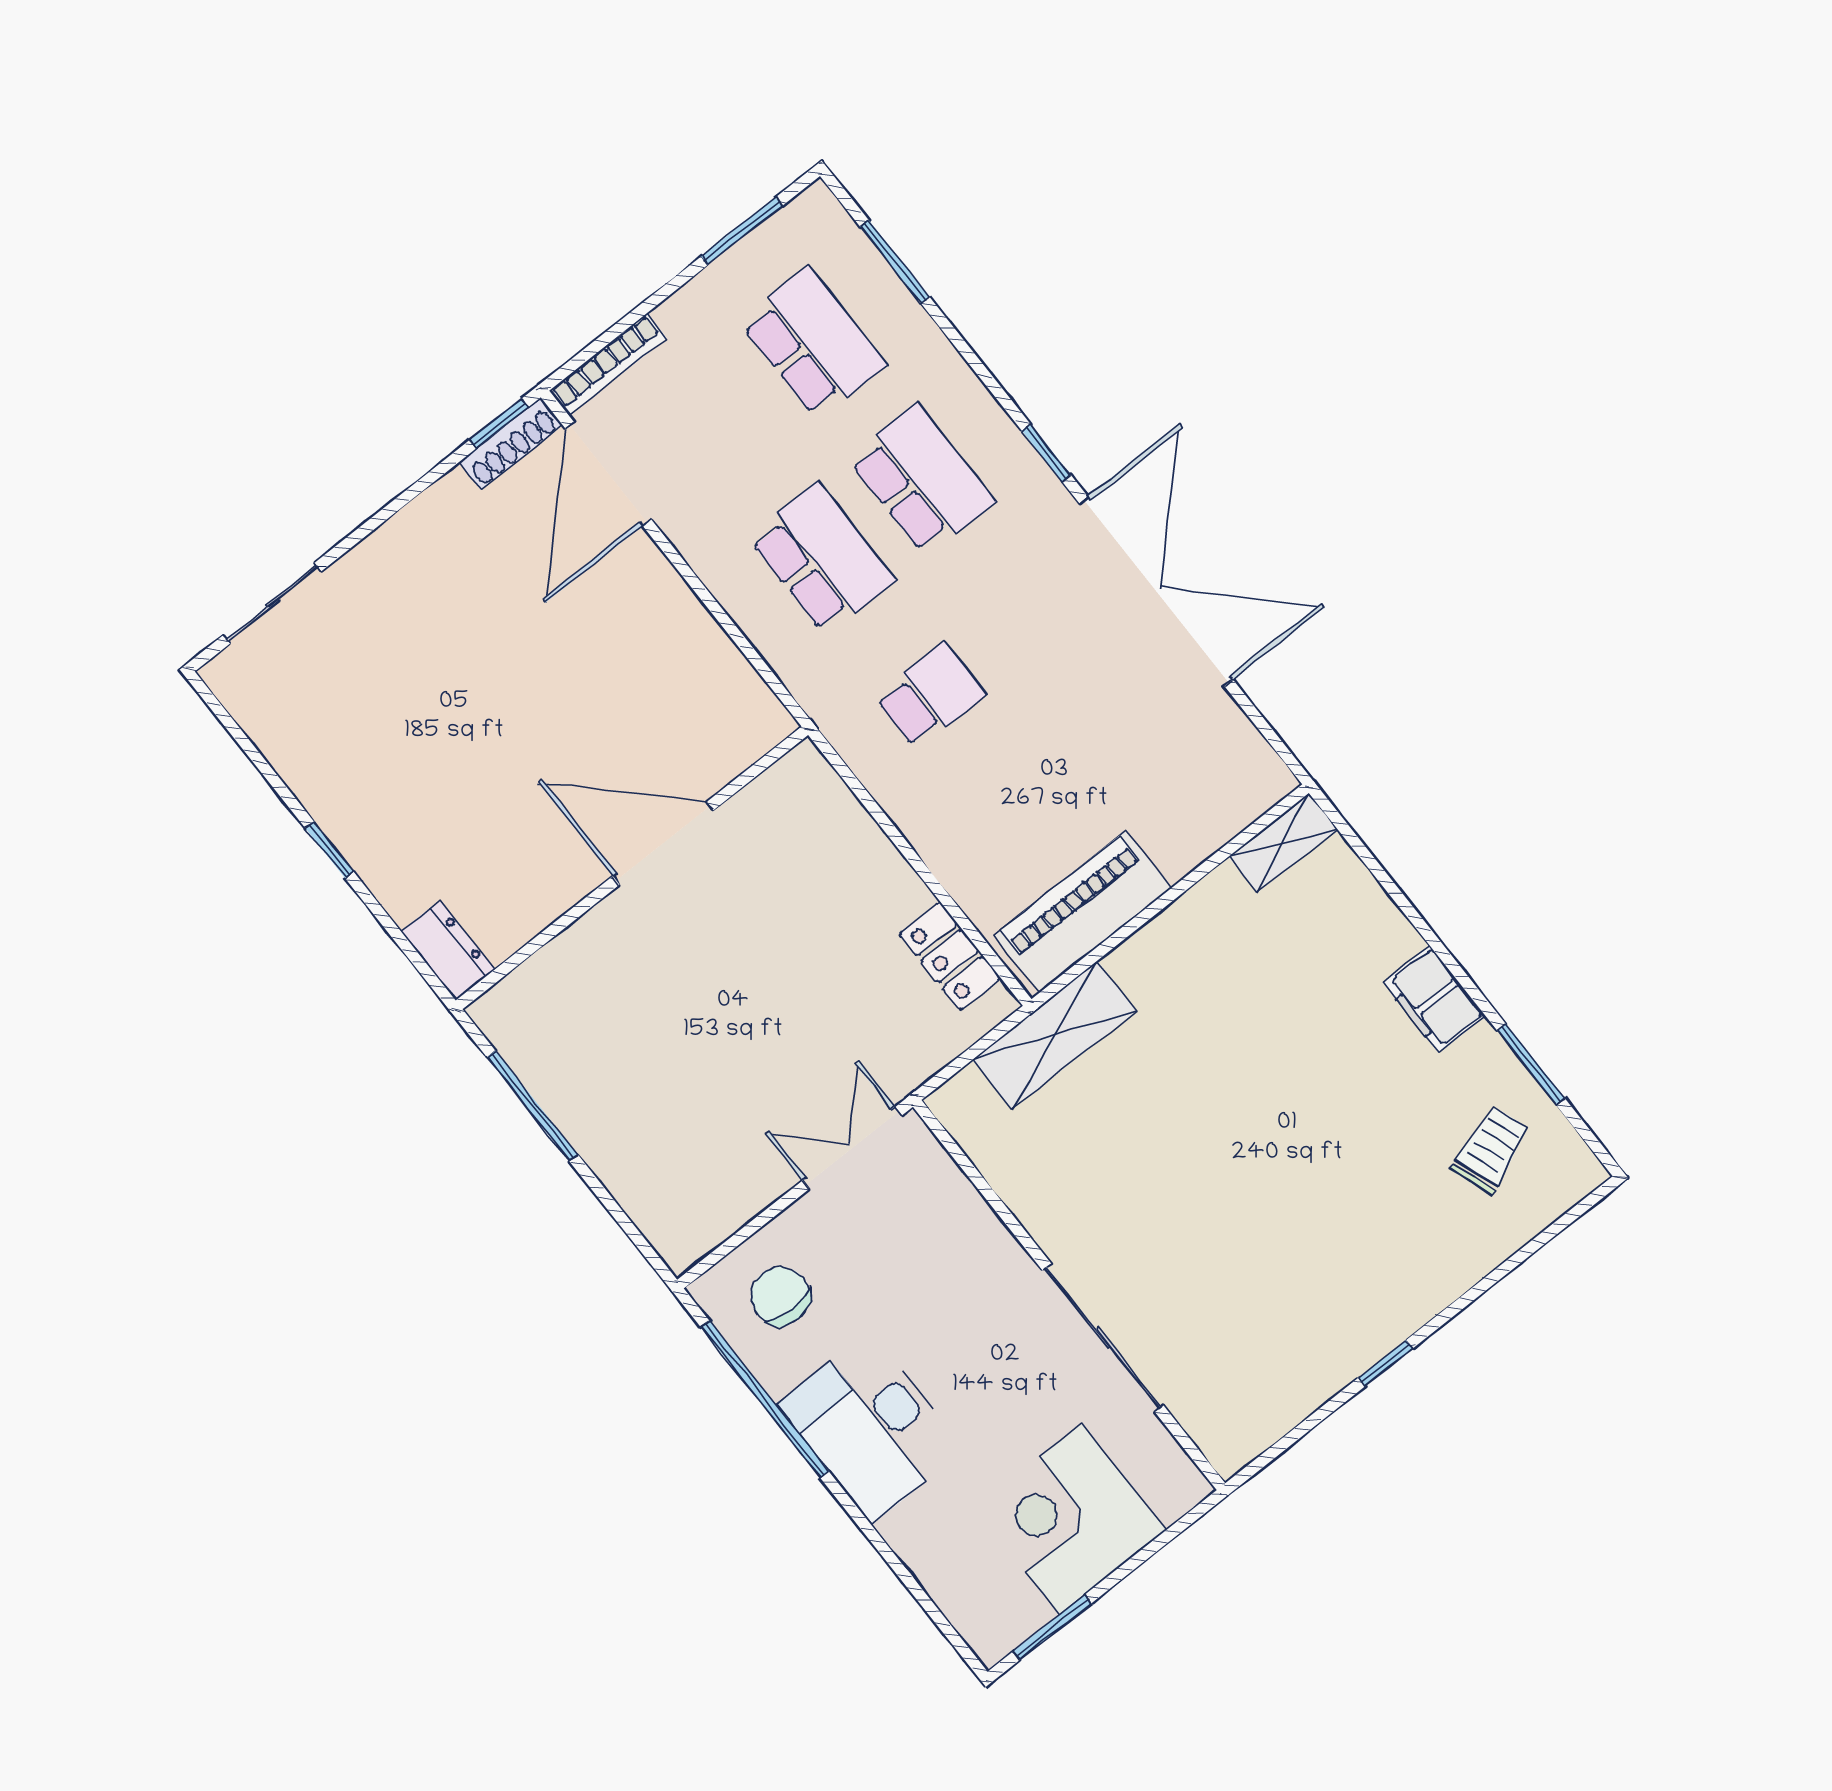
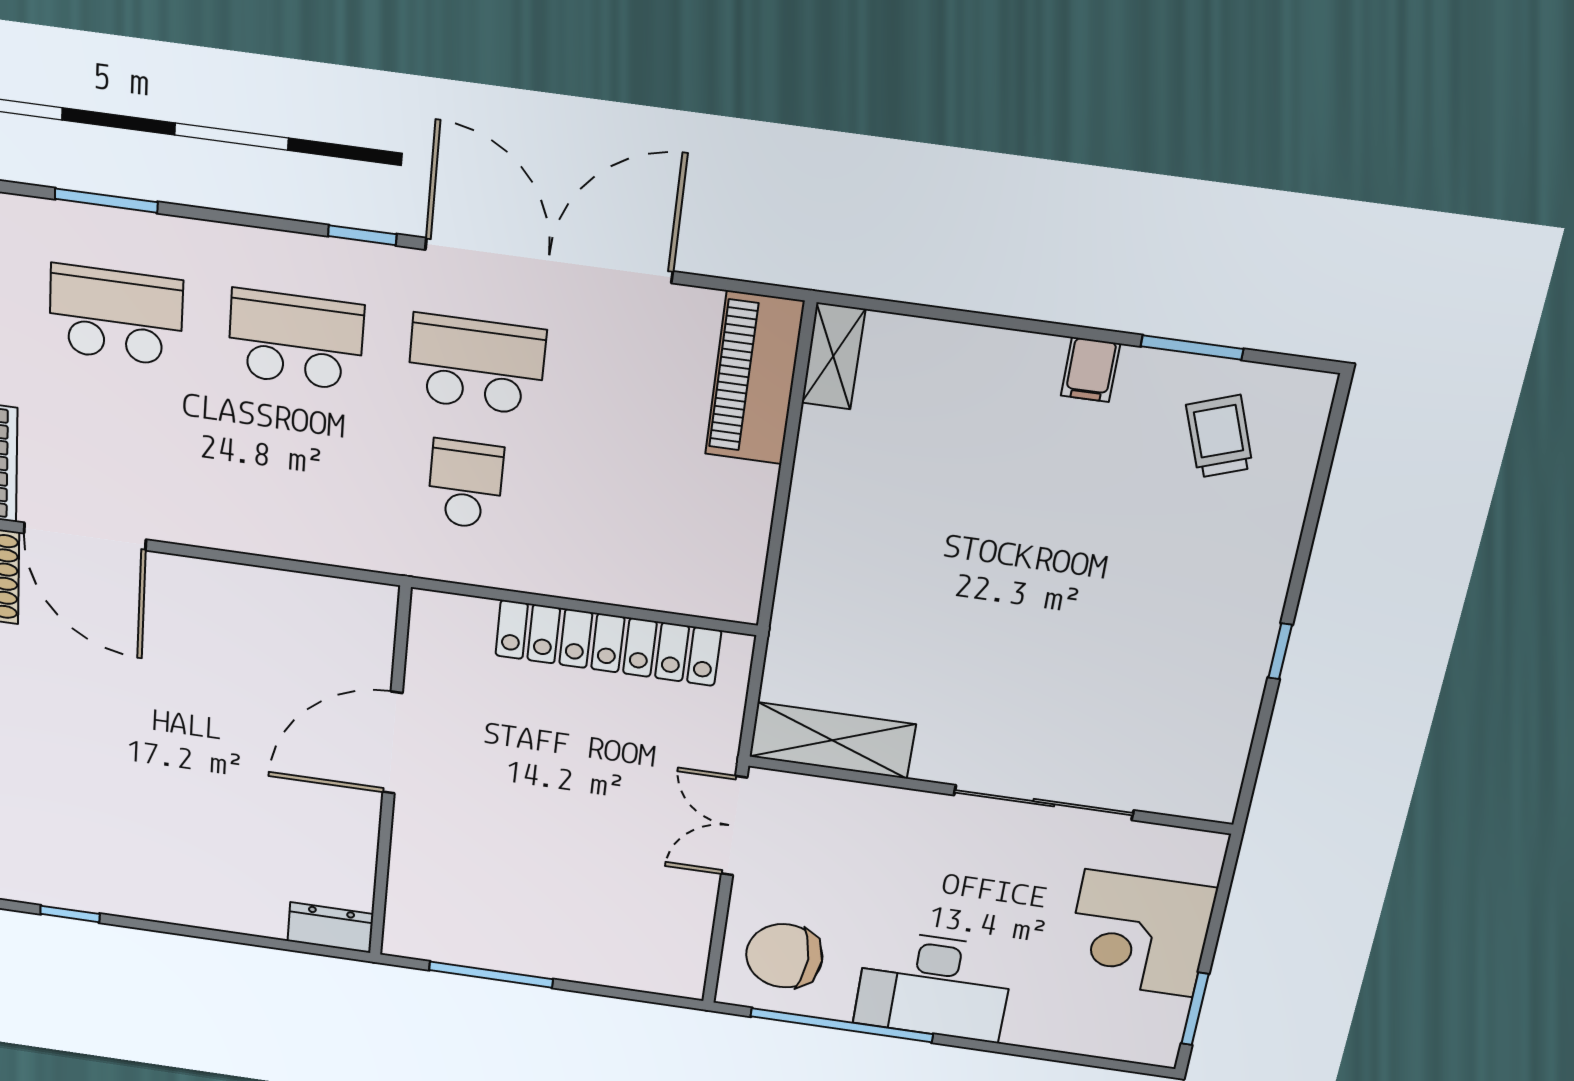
school desk: (822, 559) -> (476, 364), moved
window: (329, 850) -> (70, 914), moved
piano: (1083, 912) -> (755, 378), moved
locker: (950, 956) -> (608, 643), width x2.16, depth x1.21
filing cabinet: (1434, 999) -> (1091, 370), width x0.50
shelving: (1055, 1035) -> (832, 740), moved, turned 90
chair: (780, 1296) -> (784, 956), width x1.37, depth x1.37

